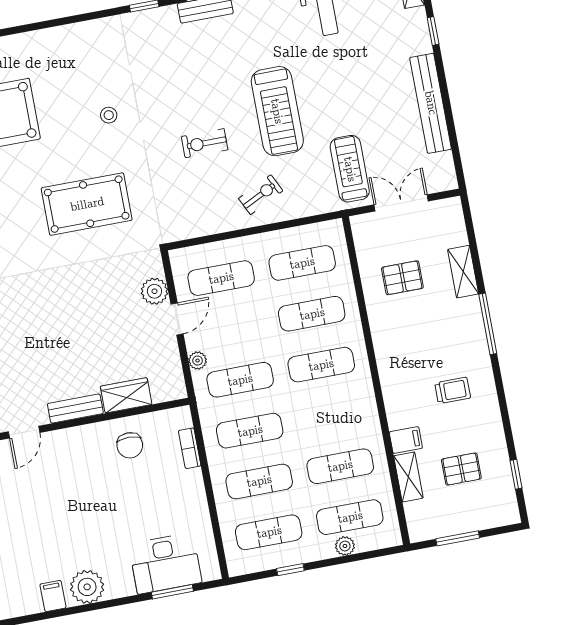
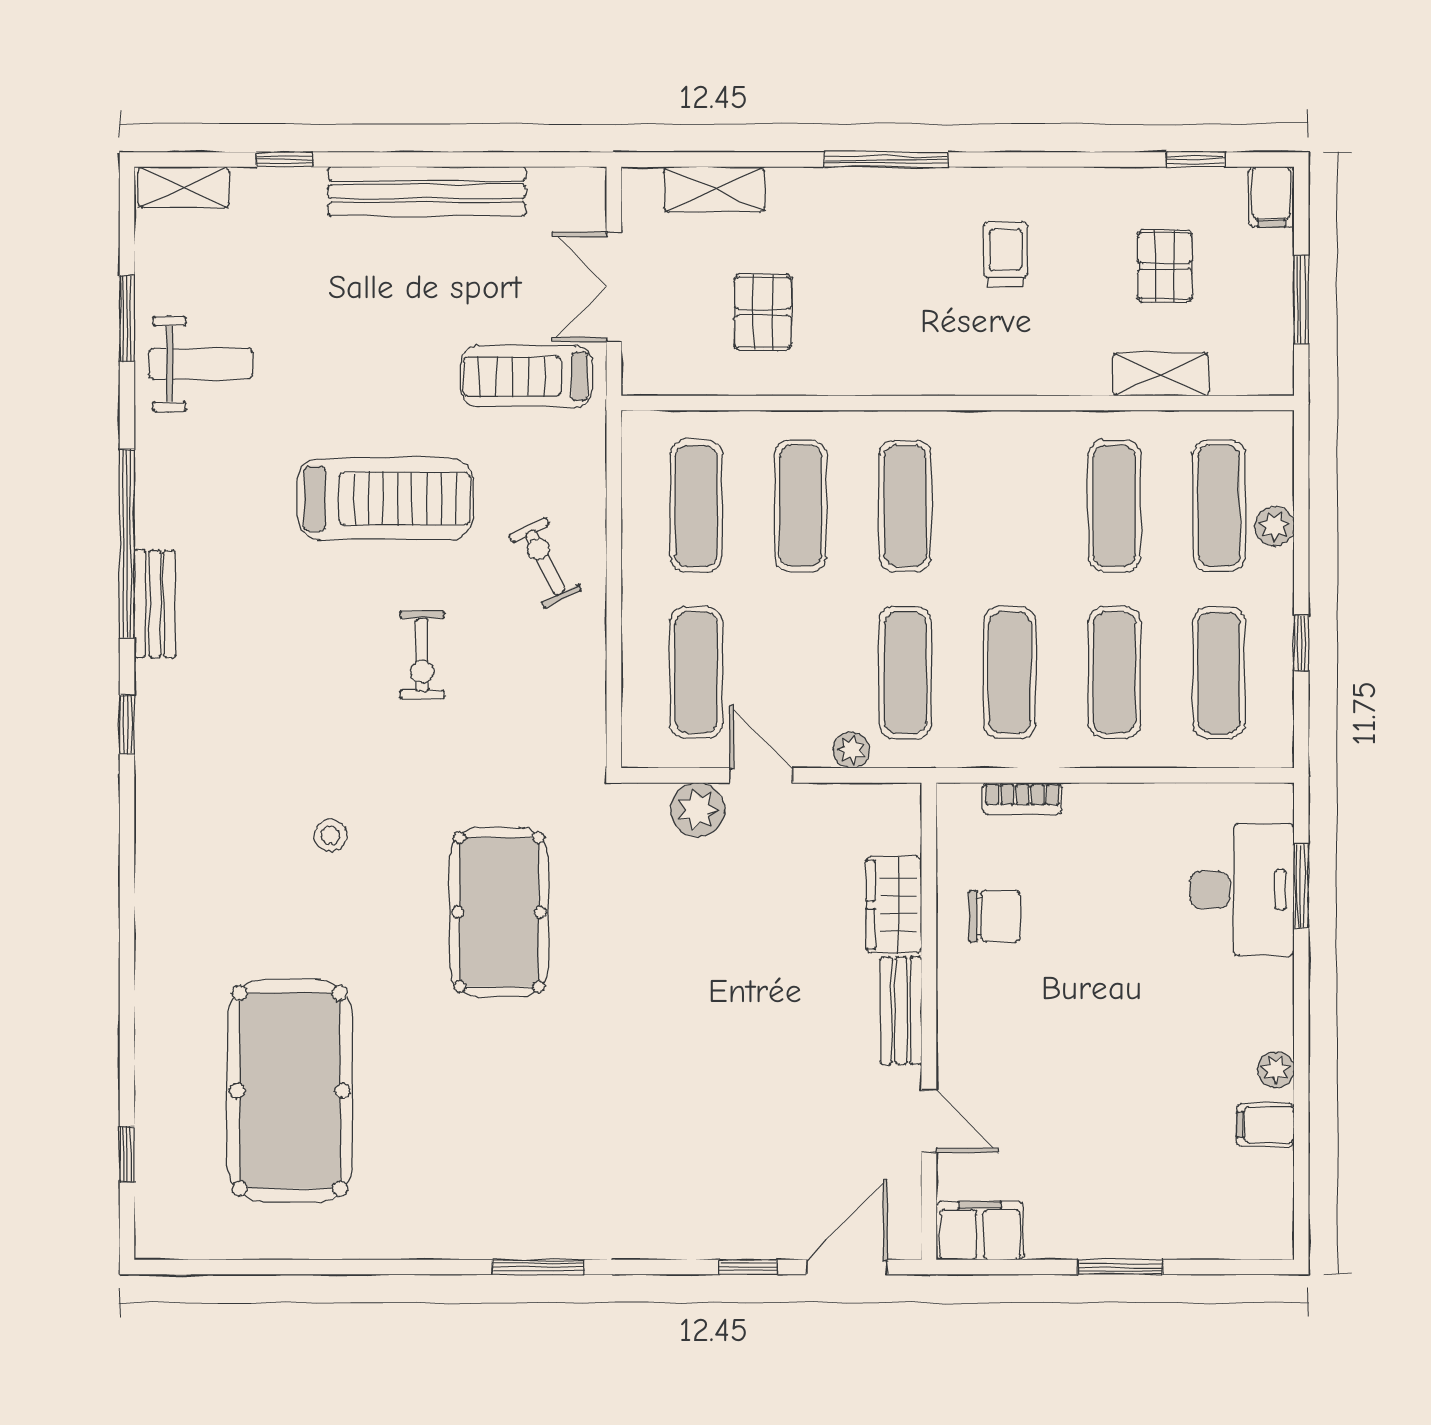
shelving: (463, 272) -> (714, 189), moved
filing cabinet: (406, 440) -> (1271, 197), moved, turned 180
plant: (87, 587) -> (1276, 1070), width x0.53, depth x0.53

